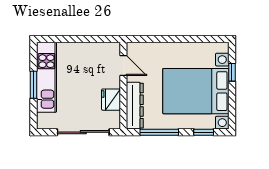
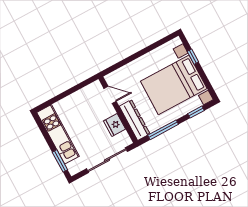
window: (33, 85) -> (60, 161), moved

